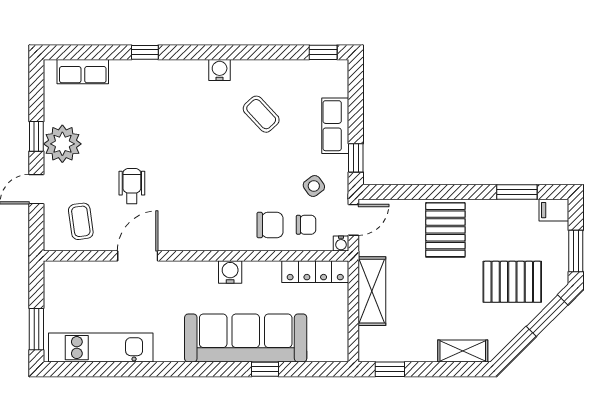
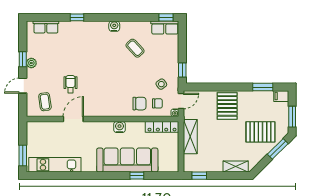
row of seats: (335, 126) -> (165, 28), moved, turned -90
plant: (62, 144) -> (31, 63), width x0.53, depth x0.53

